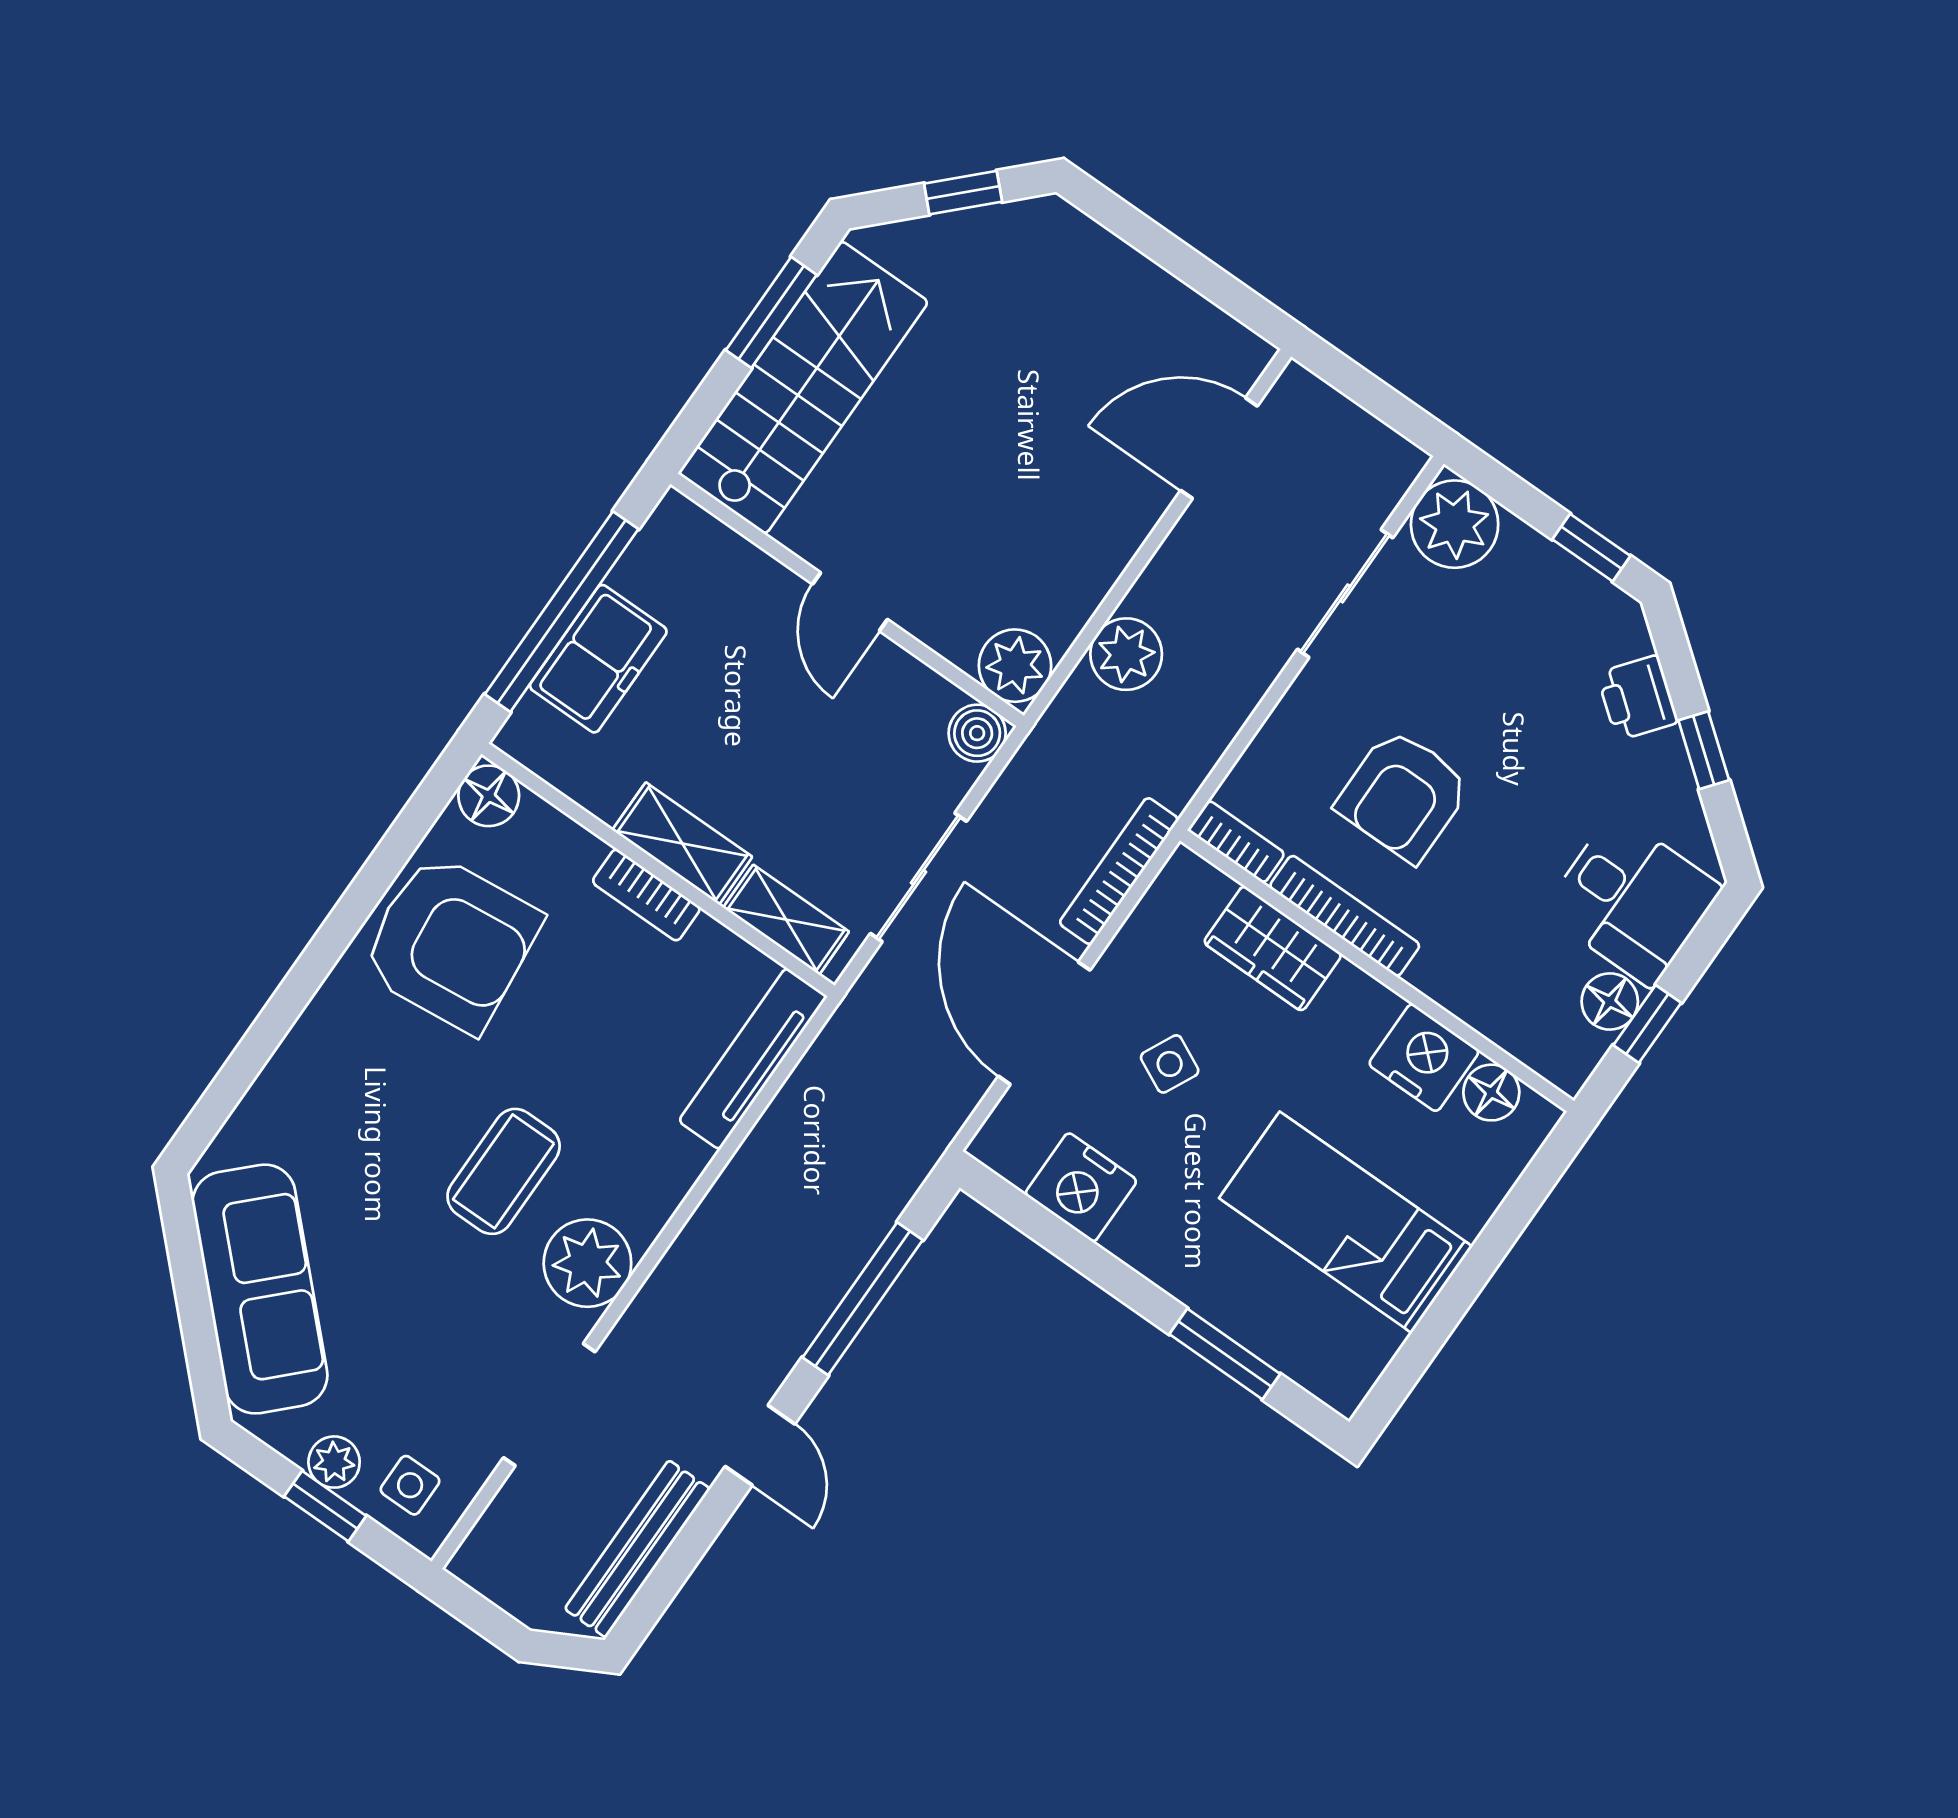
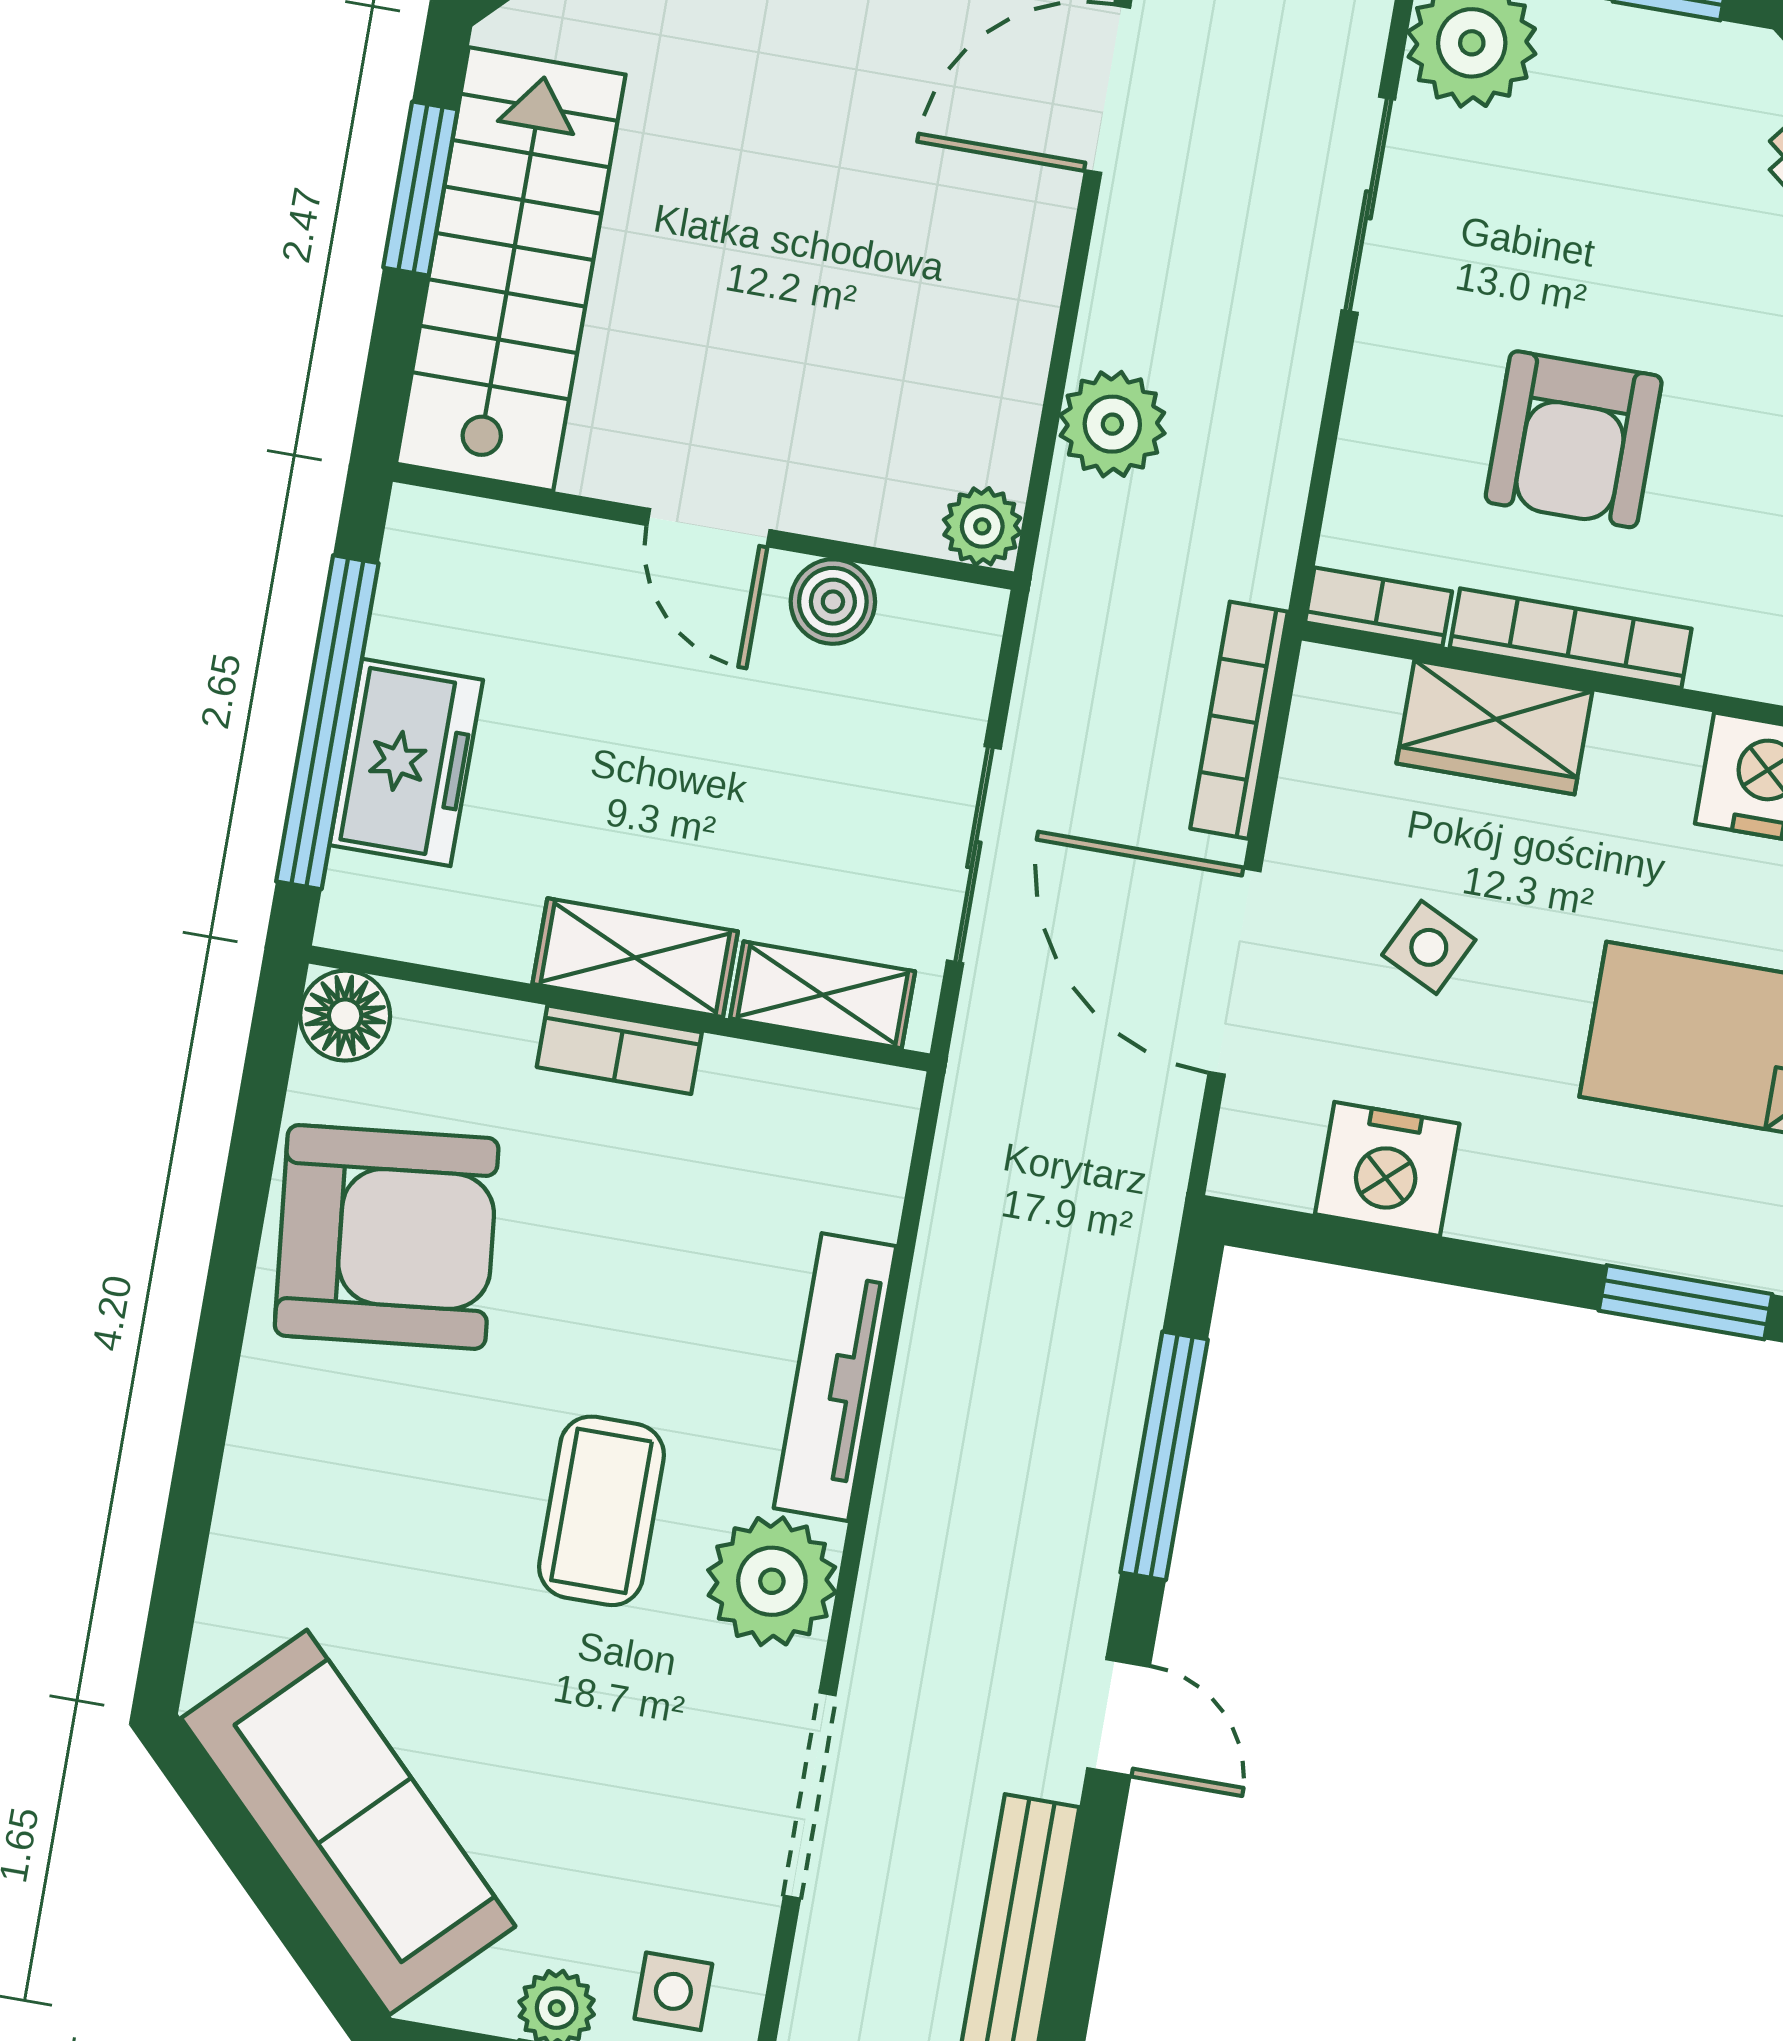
plant: (1015, 666) -> (982, 526), width x0.73, depth x0.73
boiler: (977, 733) -> (833, 602), moved
tv unit: (753, 1059) -> (835, 1377), moved

